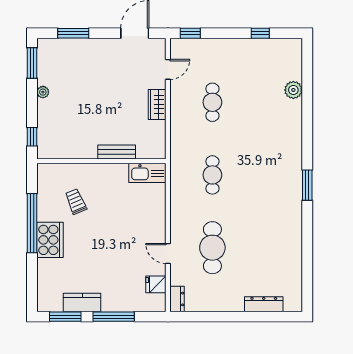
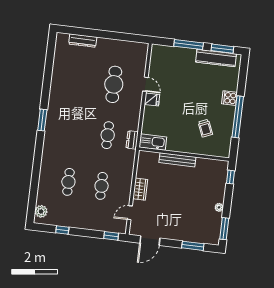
plant: (293, 90) -> (41, 211), moved
cafe table: (260, 102) -> (68, 182), added
bench: (117, 152) -> (177, 160), width x1.36
cooker: (50, 240) -> (229, 98), width x0.53, depth x0.76
fridge: (156, 284) -> (152, 100), moved
dresser: (177, 299) -> (132, 140), moved
kitchen counter: (82, 302) -> (216, 58), width x1.50

